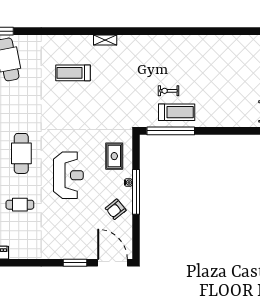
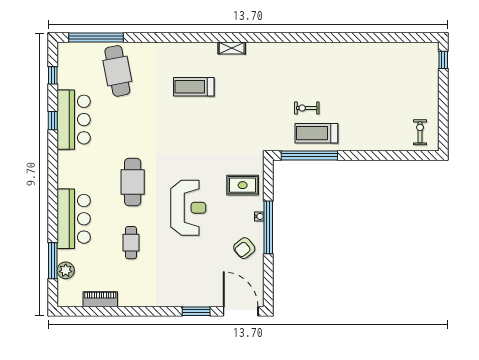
treadmill: (177, 112) -> (316, 133), turned 180
rug: (114, 156) -> (243, 185), turned 90
cafe table: (20, 205) -> (131, 243), turned 90

